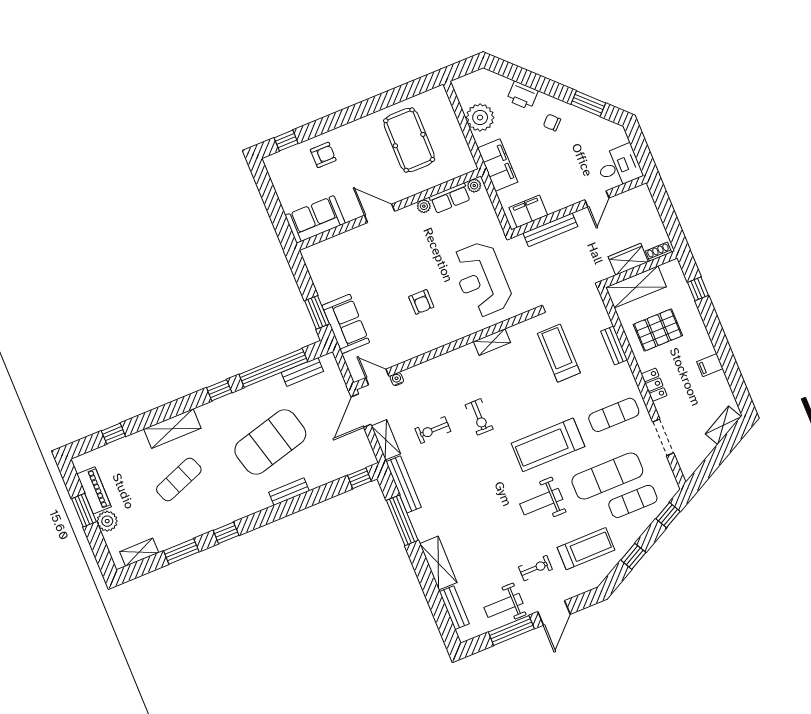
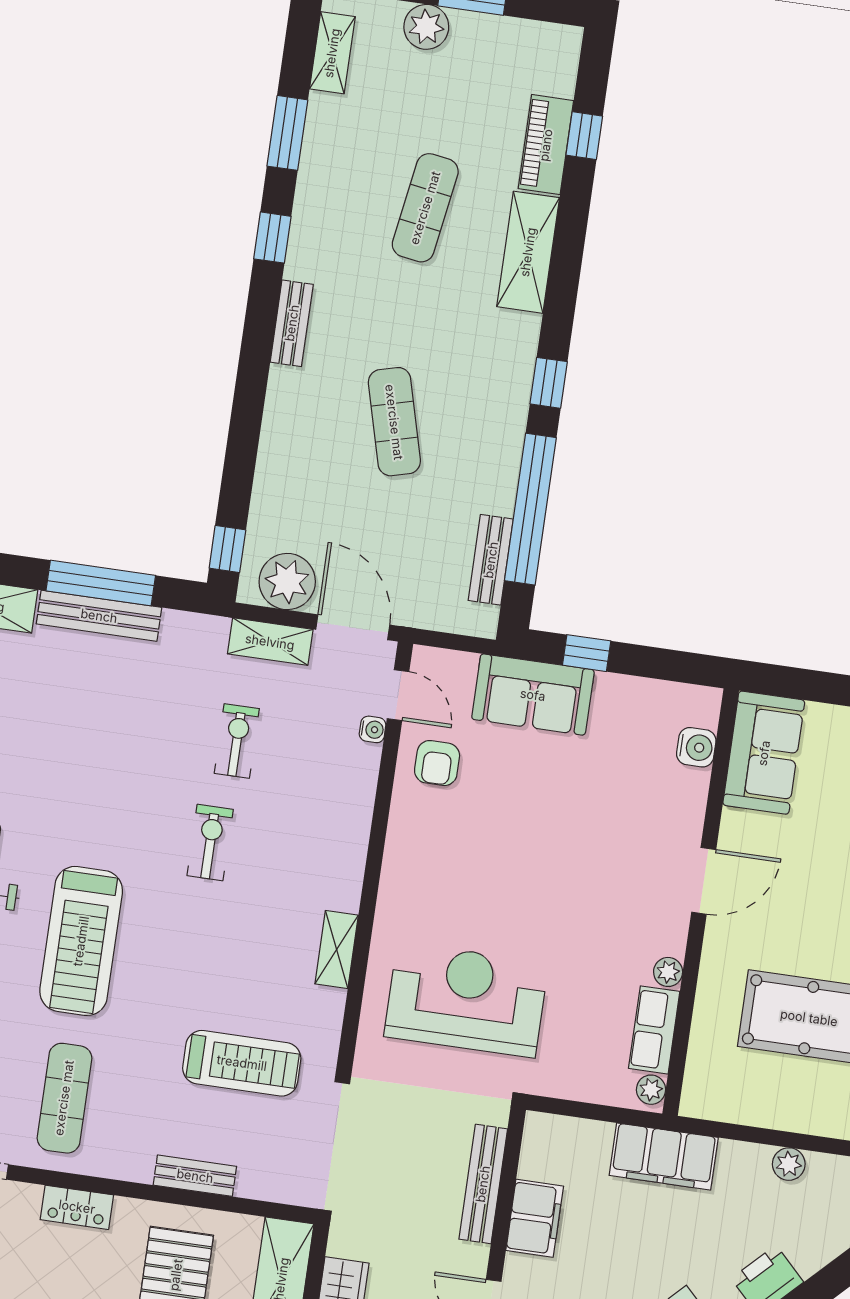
plant: (480, 117) -> (789, 1164), width x0.53, depth x0.53
filing cabinet: (528, 211) -> (535, 1218), moved
water cooler: (329, 247) -> (696, 747), added
armchair: (421, 302) -> (437, 763), moved, turned -90
window: (317, 312) -> (587, 653), width x0.67
door: (377, 377) -> (398, 695), hinge flipped
exercise bike: (479, 417) -> (210, 843), turned 90
exercise mat: (270, 442) -> (394, 422), width x0.50, depth x0.69
treadmill: (548, 445) -> (81, 941), turned 180
plant: (358, 447) -> (287, 581), added
exercise mat: (179, 480) -> (425, 208), turned 30
bench: (404, 484) -> (99, 616), moved
piano: (94, 490) -> (546, 145), moved, turned 90
bench: (289, 492) -> (292, 323), moved

